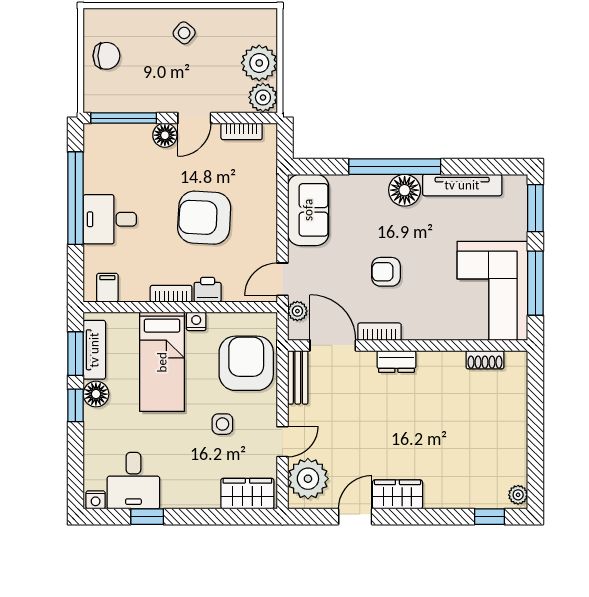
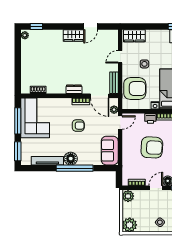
plant: (259, 63) -> (130, 225), moved
armchair: (246, 363) -> (135, 89), turned -90
plant: (308, 479) -> (110, 42), removed

